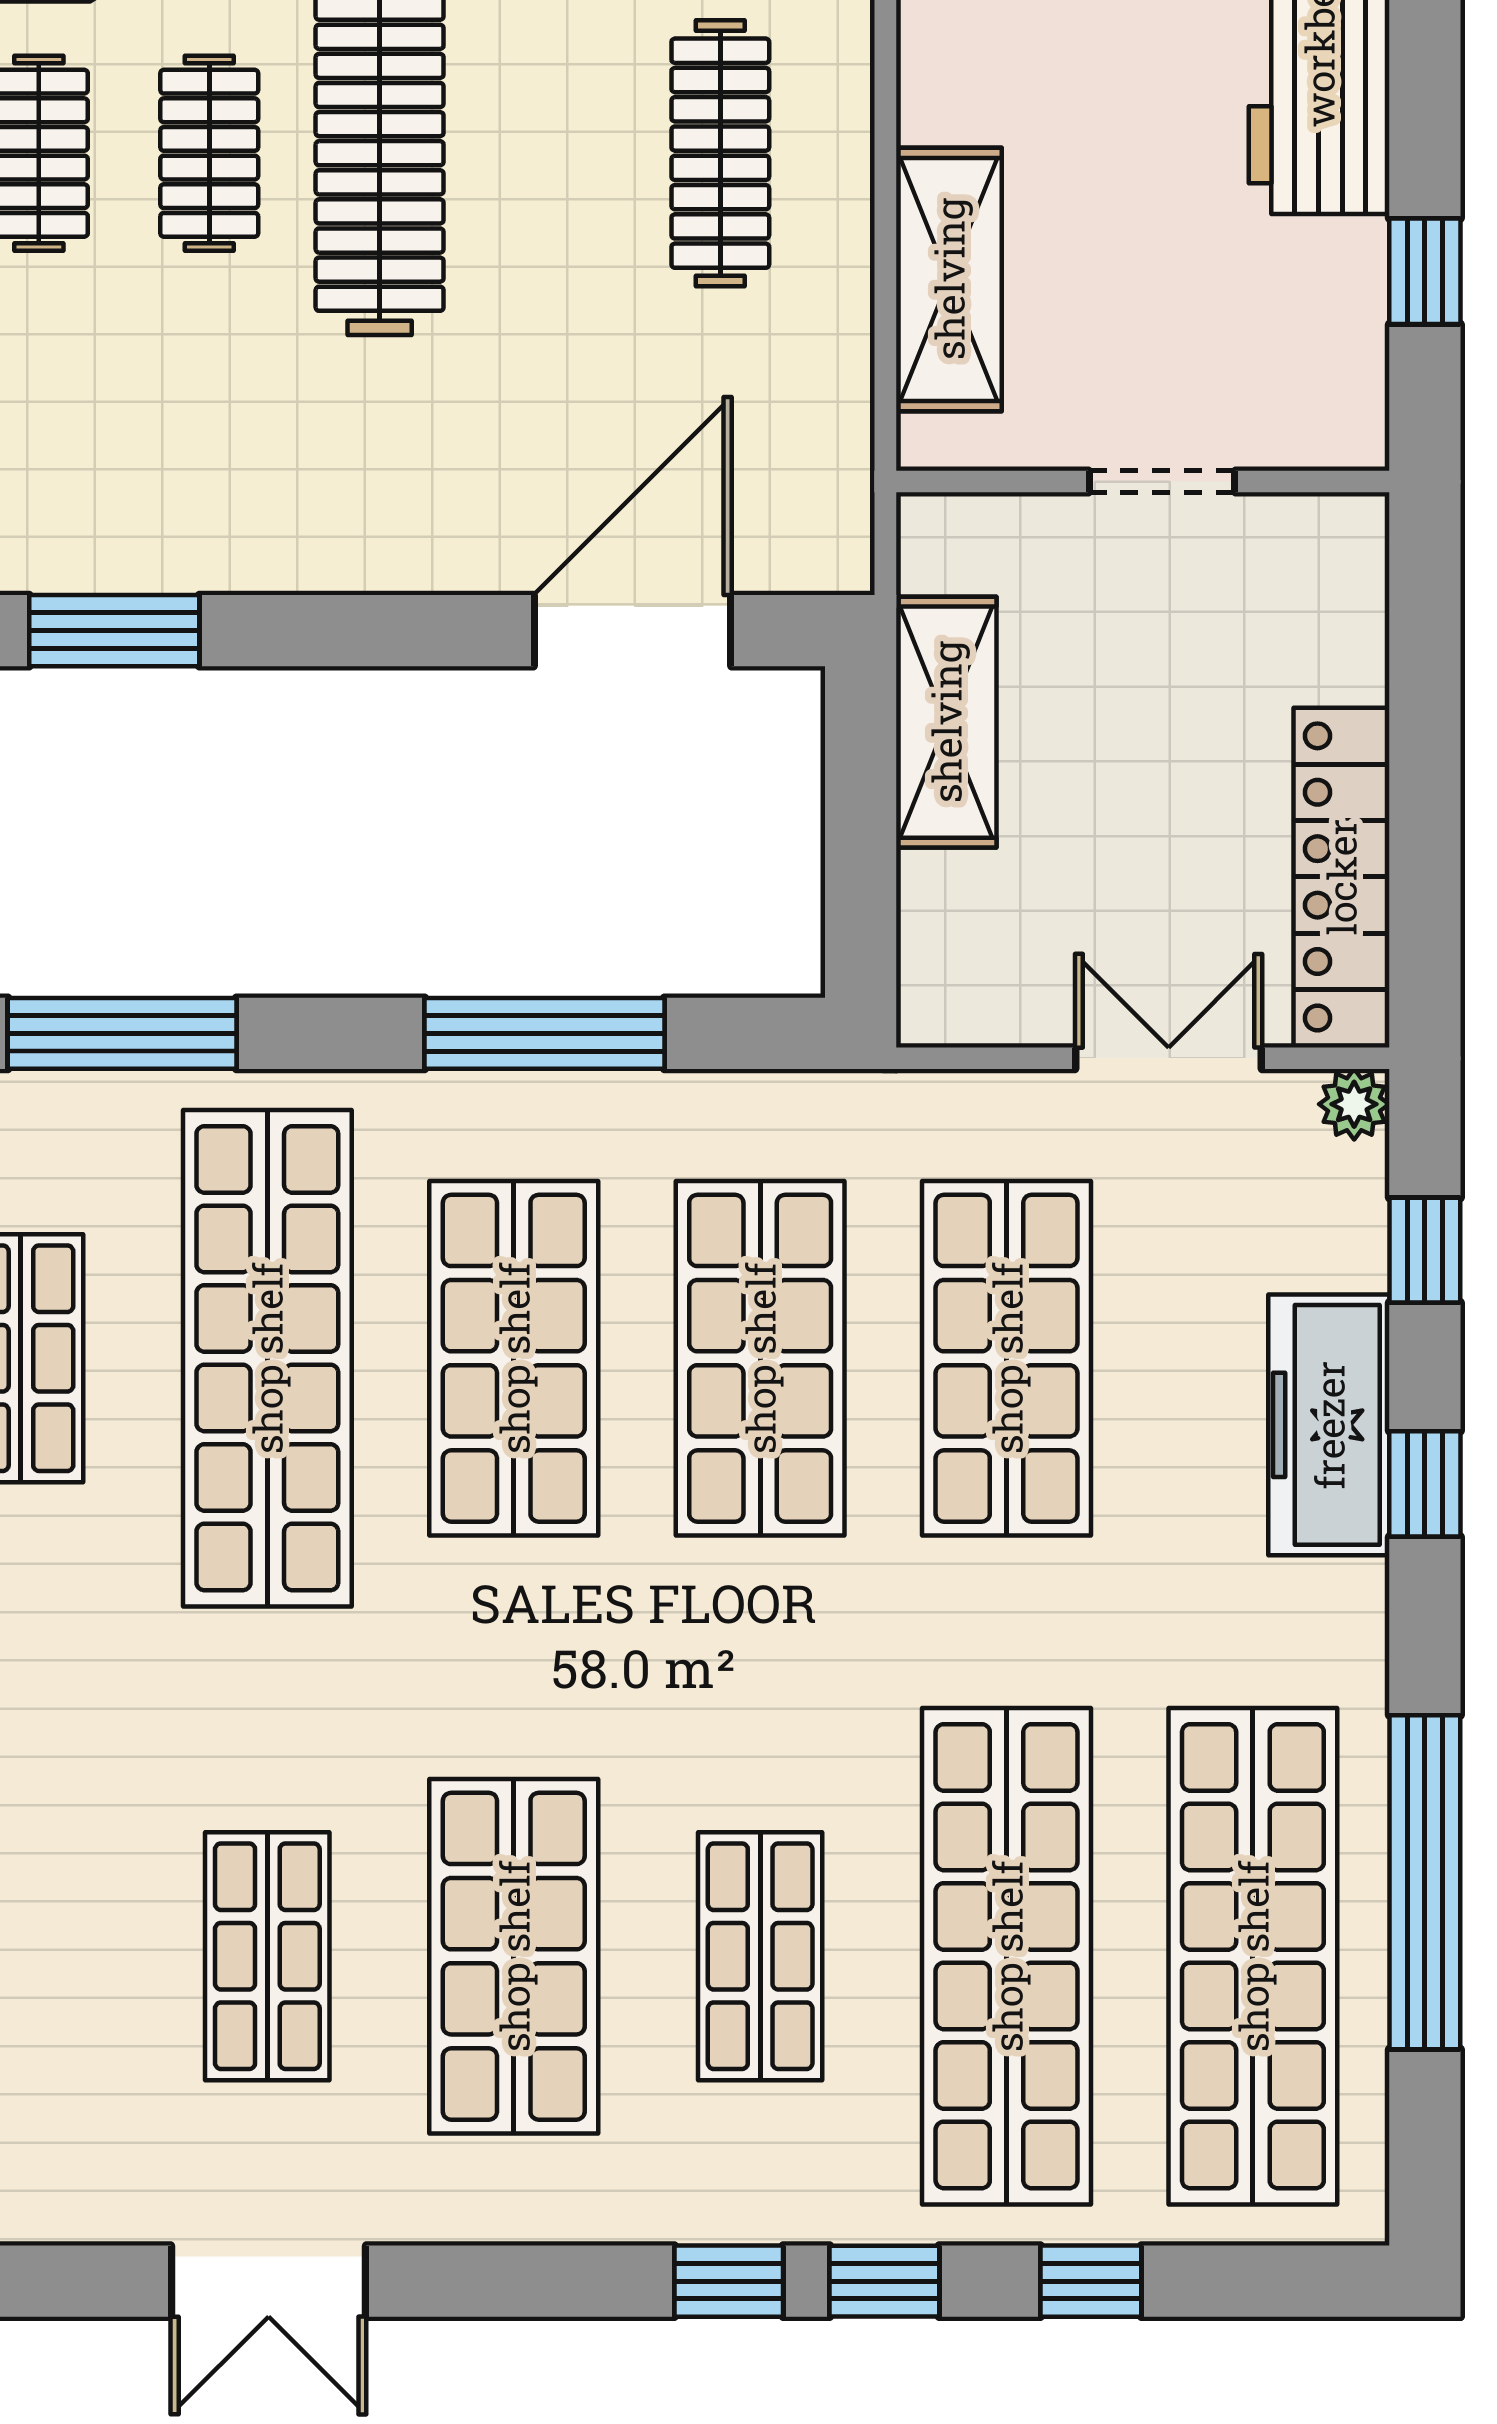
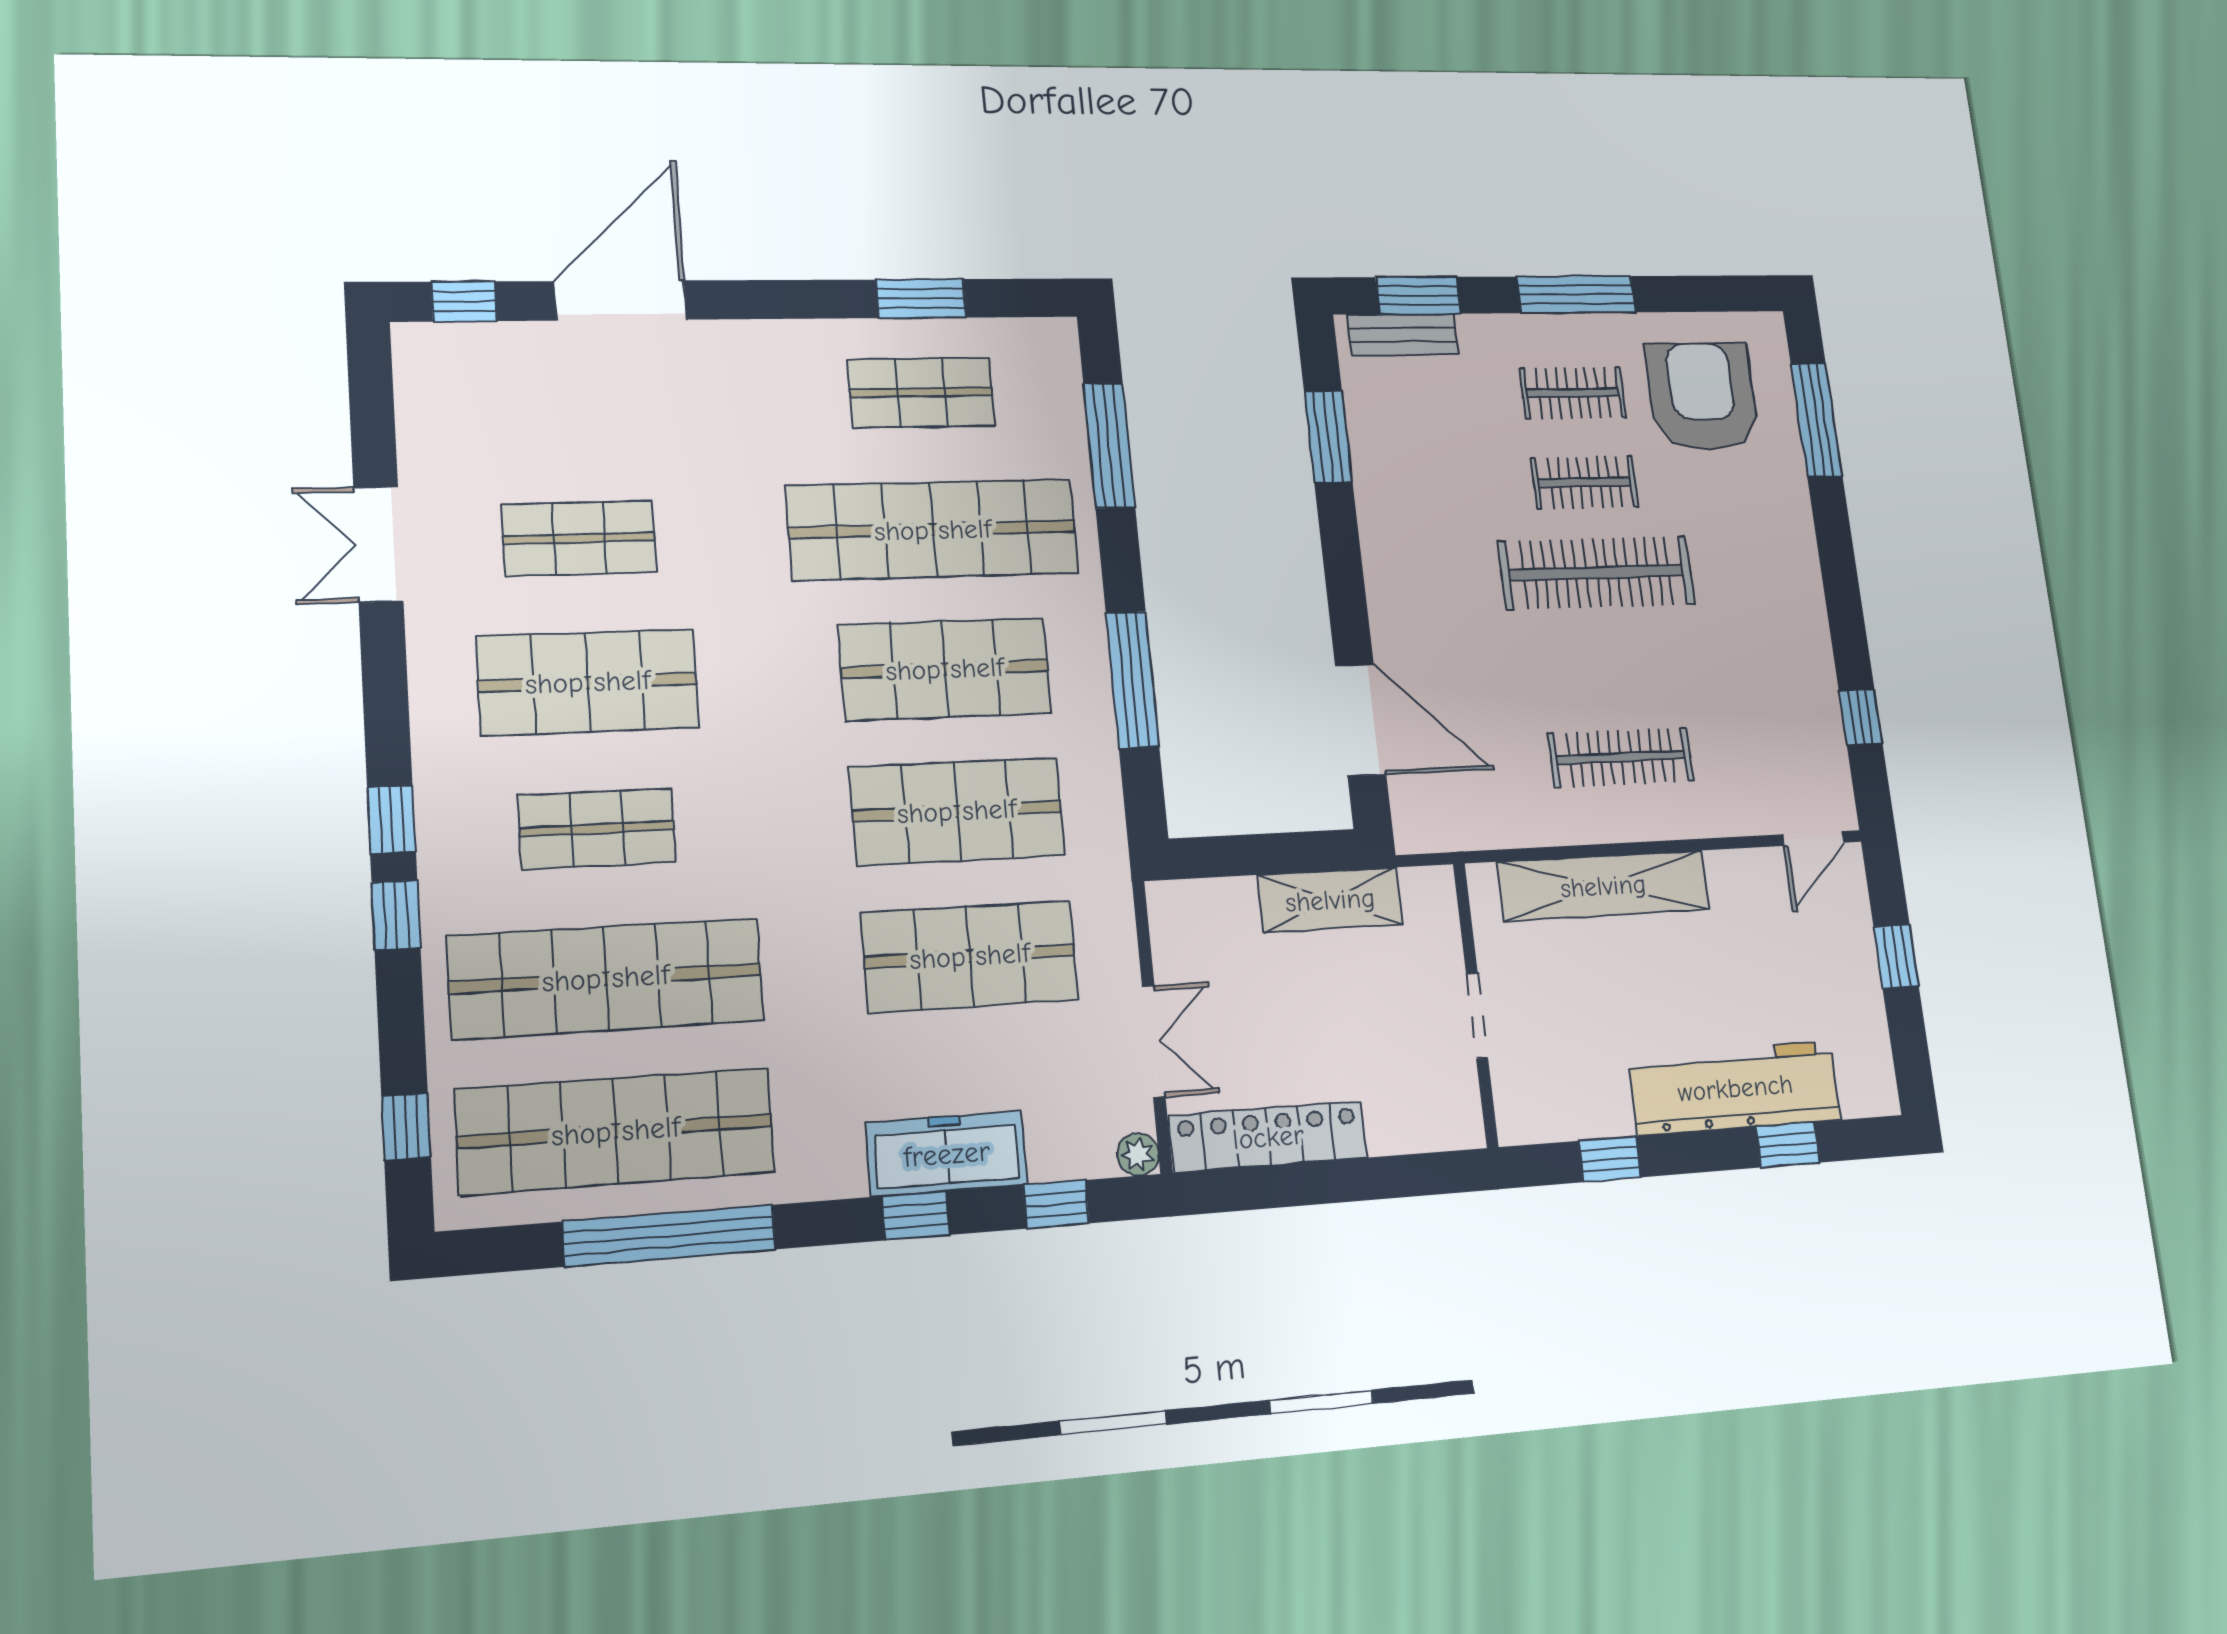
shelving: (949, 279) -> (1603, 886), width x1.47
window: (1091, 2281) -> (406, 1127), moved

